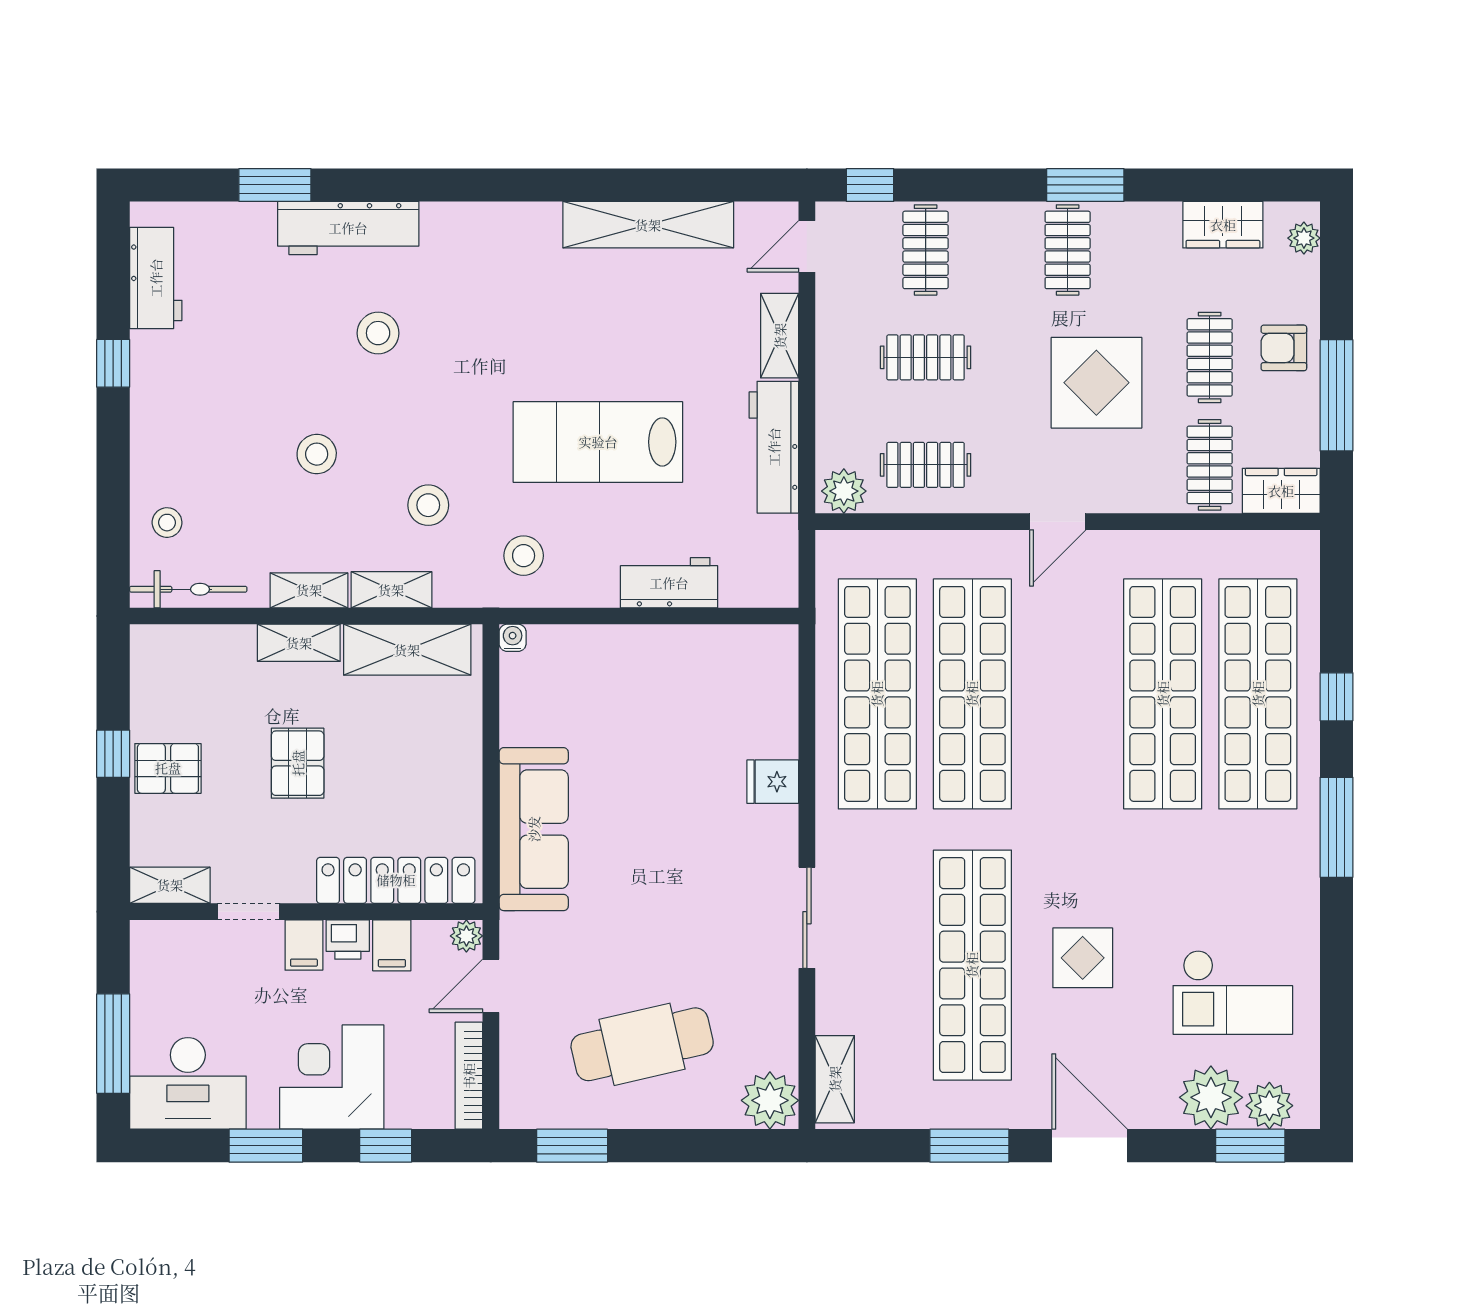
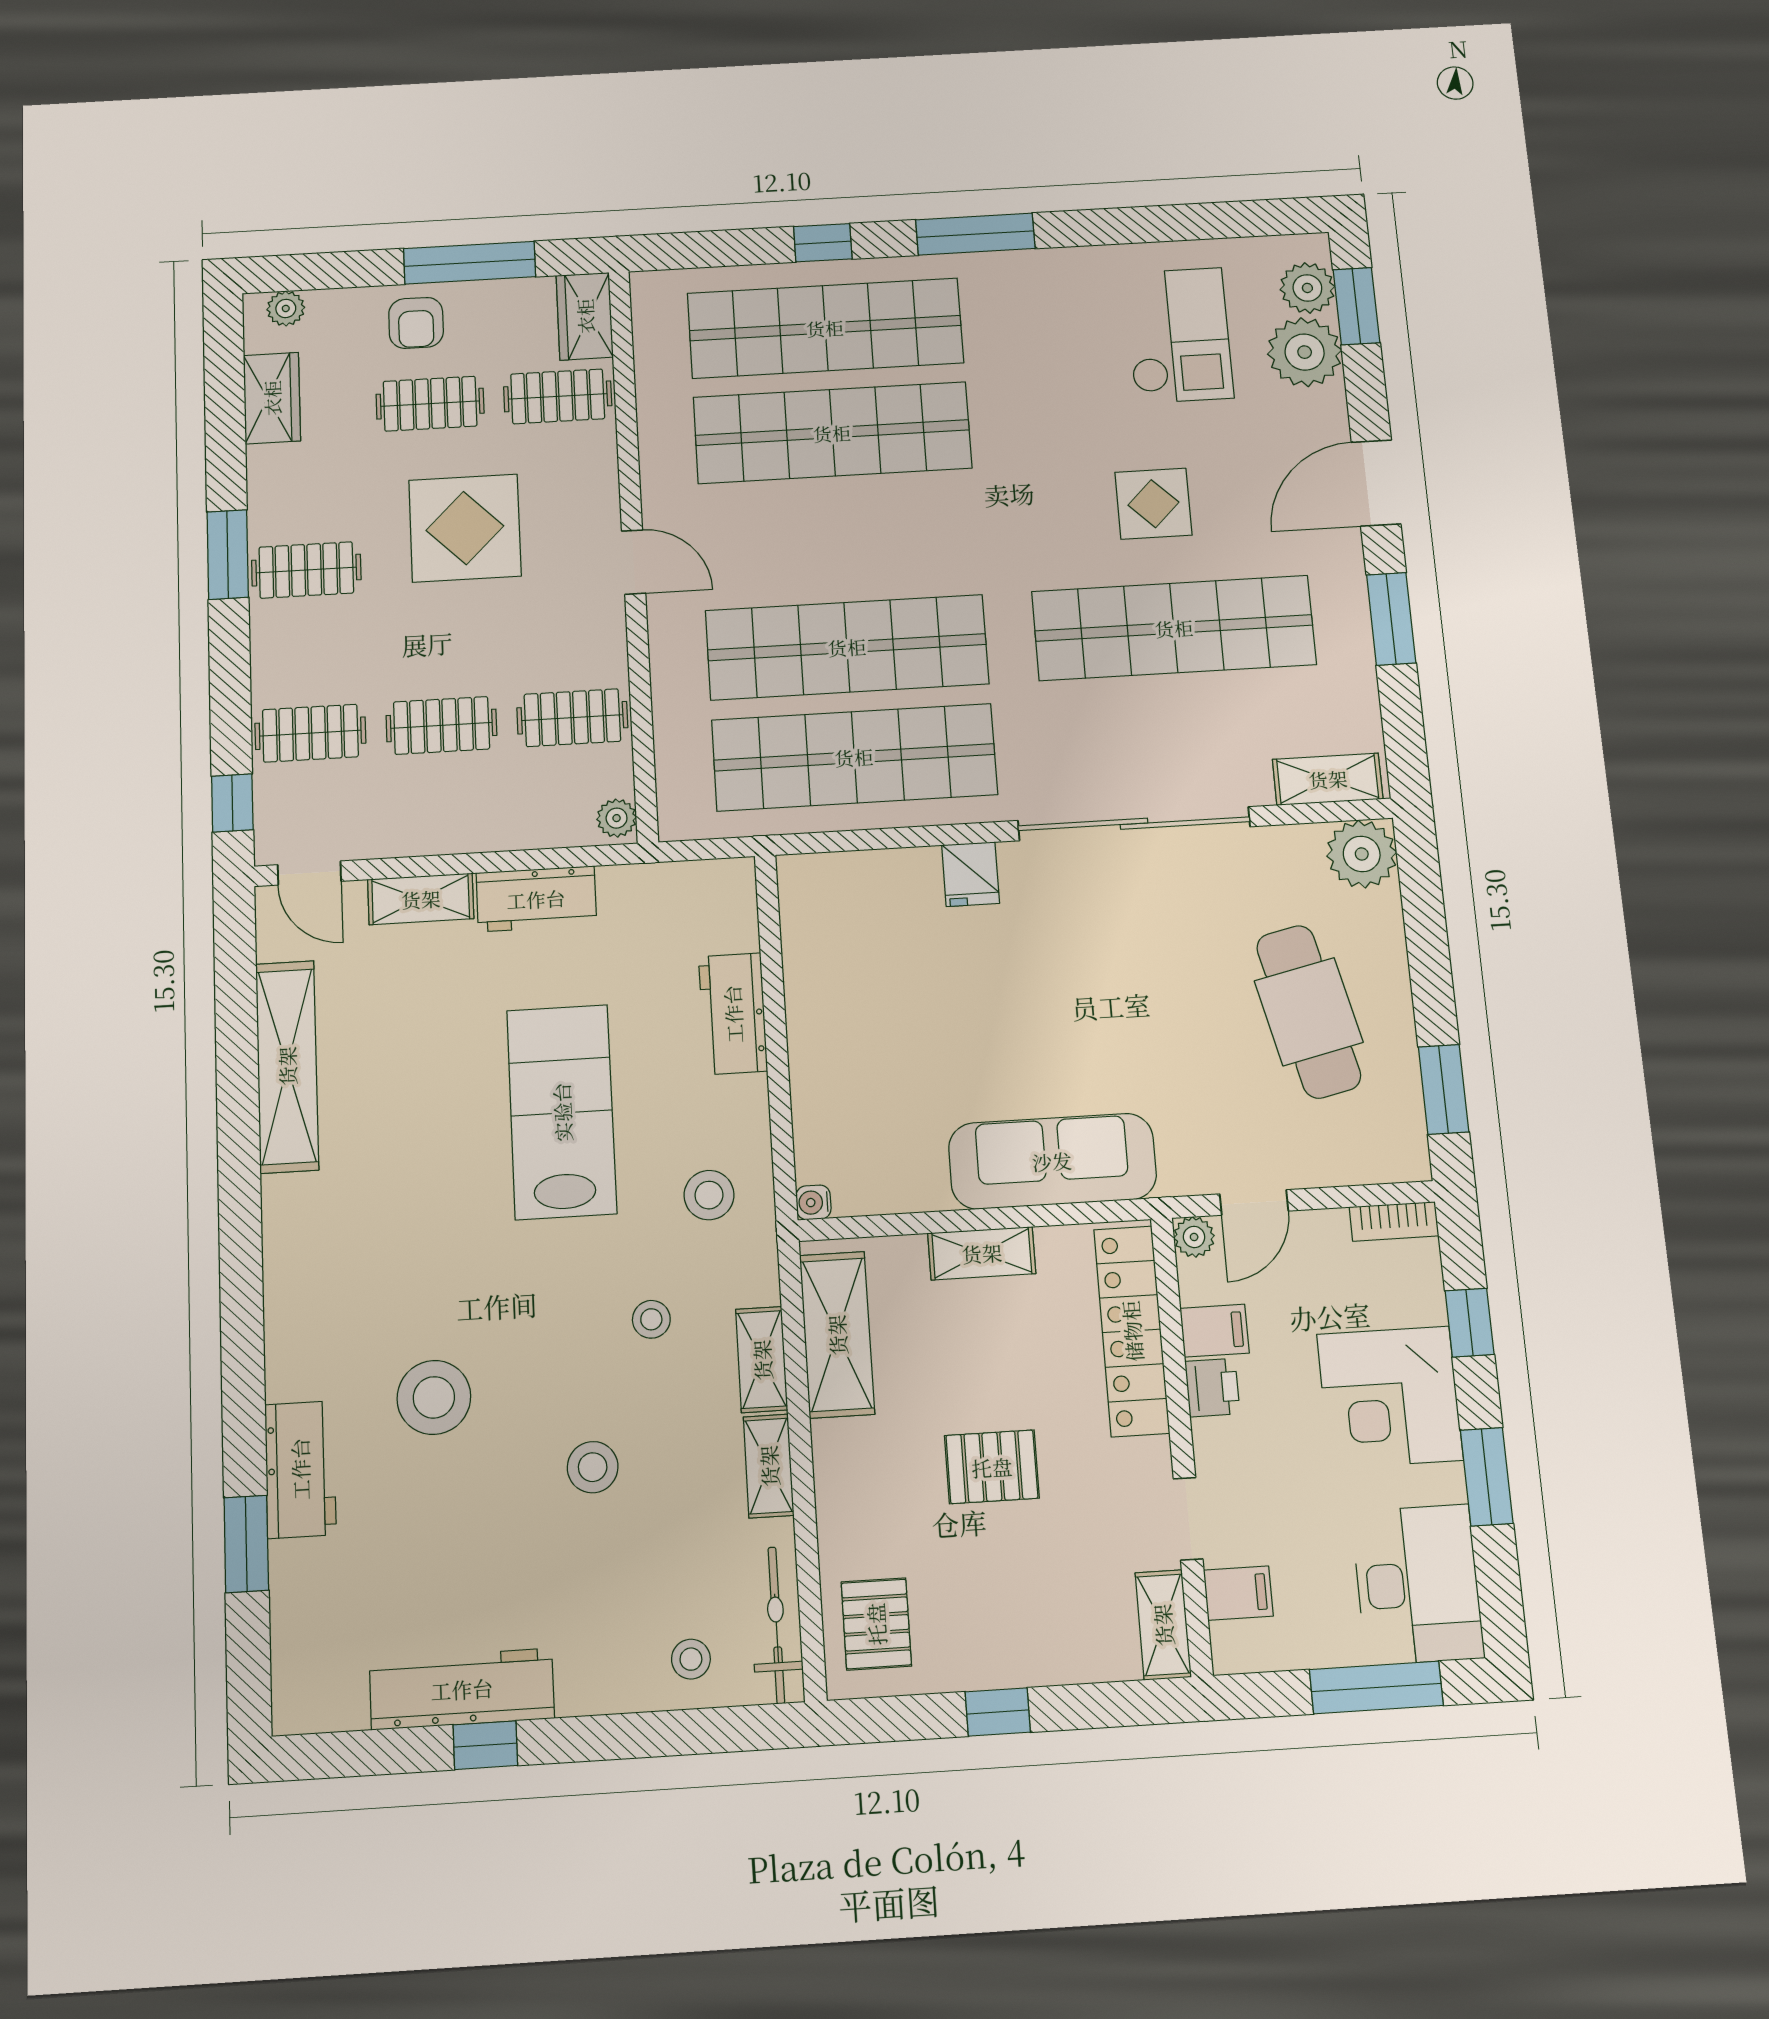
workbench: (348, 228) -> (300, 1469), width x0.73
workbench: (156, 278) -> (462, 1689), moved, width x1.38
stool: (378, 333) -> (434, 1397), width x1.38, depth x1.38
clothes rail: (926, 357) -> (441, 725), turned 90
lab bench: (598, 442) -> (562, 1112), turned 180
workbench: (774, 447) -> (536, 899), width x0.73
clothes rail: (926, 465) -> (572, 718), turned 90
plant: (844, 491) -> (617, 818), width x0.73, depth x0.73
stool: (428, 505) -> (651, 1319), width x0.73, depth x0.73
shelving: (299, 643) -> (982, 1253), moved, turned 90
pallet: (168, 768) -> (876, 1624), moved
sliding door: (807, 918) -> (1134, 824), width x1.86
filing cabinet: (304, 945) -> (1238, 1593), moved
door: (491, 986) -> (1254, 1202), hinge flipped
bookcase: (469, 1076) -> (1394, 1221), width x0.64

